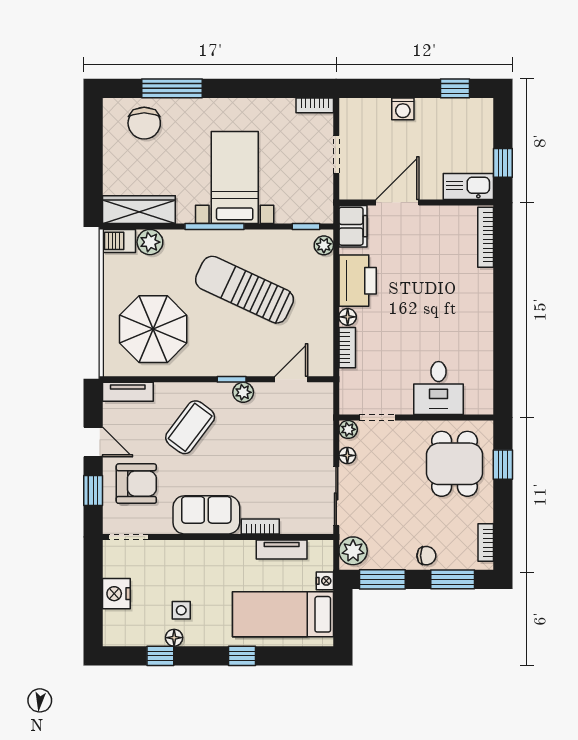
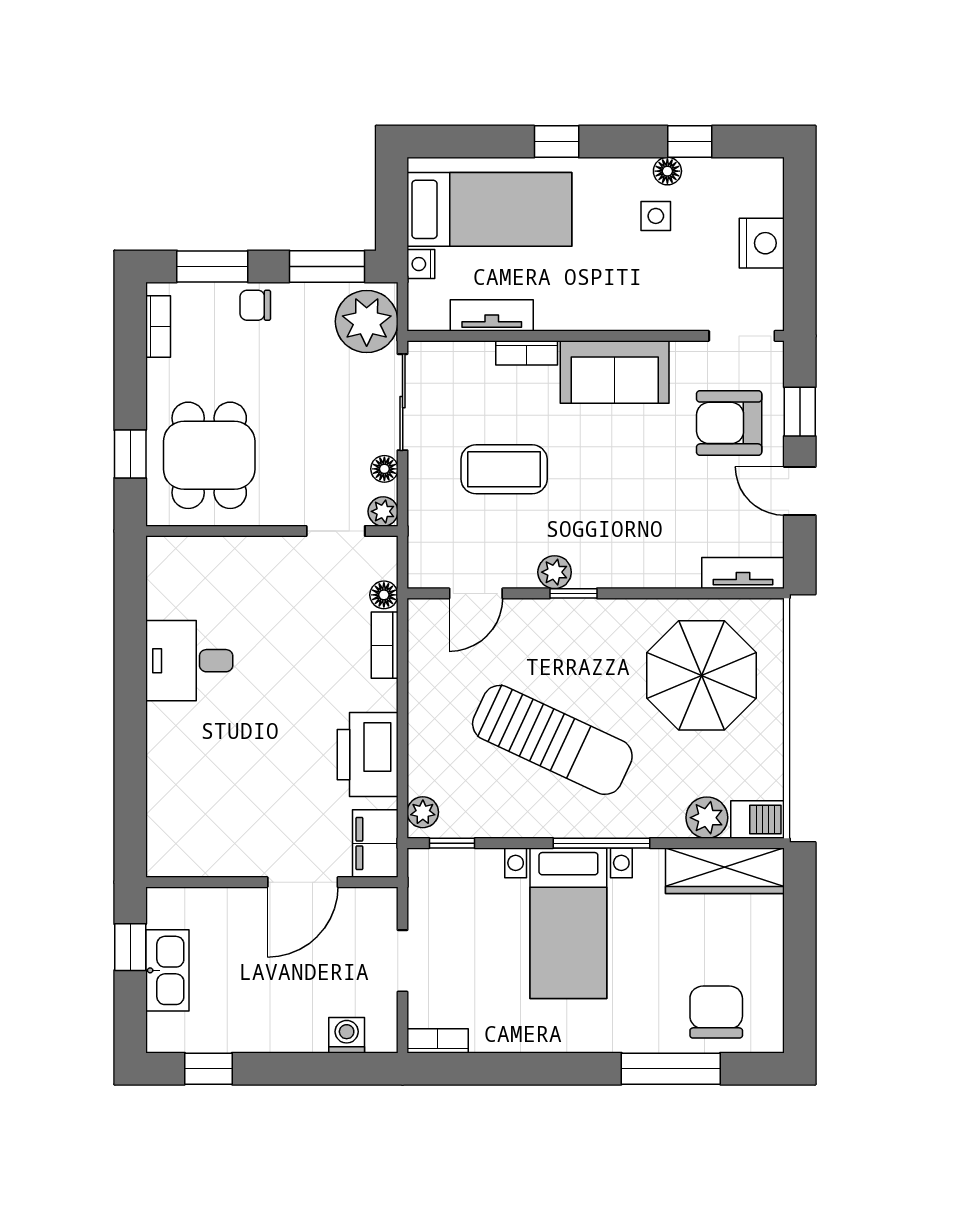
washing machine: (403, 109) -> (347, 1035), moved
kitchen sink: (468, 187) -> (167, 970), moved, turned -90
bookcase: (486, 237) -> (158, 826), removed
floor lamp: (348, 317) -> (384, 595), moved
desk: (439, 388) -> (189, 661), moved, turned -90
coffee table: (190, 427) -> (504, 469), moved, turned 53
plant: (353, 551) -> (367, 321), width x1.36, depth x1.36

